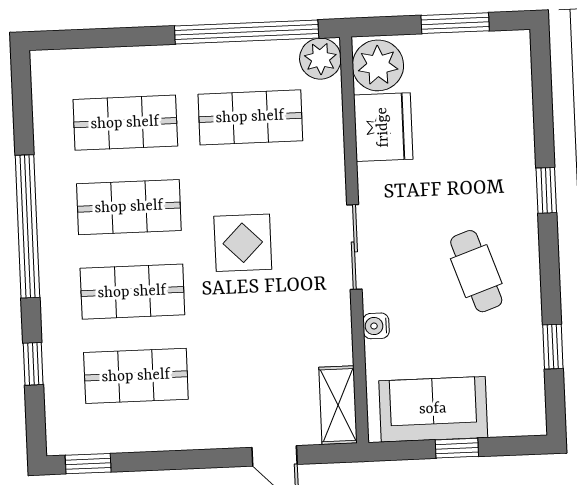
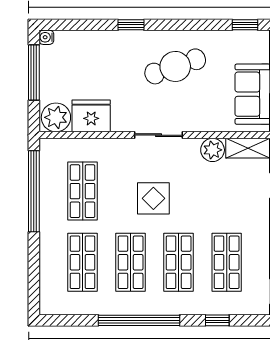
window: (455, 23) -> (34, 73), width x1.44
plant: (320, 59) -> (213, 150), moved
cafe table: (476, 271) -> (175, 66), width x1.37, depth x1.35
water cooler: (376, 326) -> (46, 37), moved, turned 90
window: (553, 347) -> (245, 25), moved

